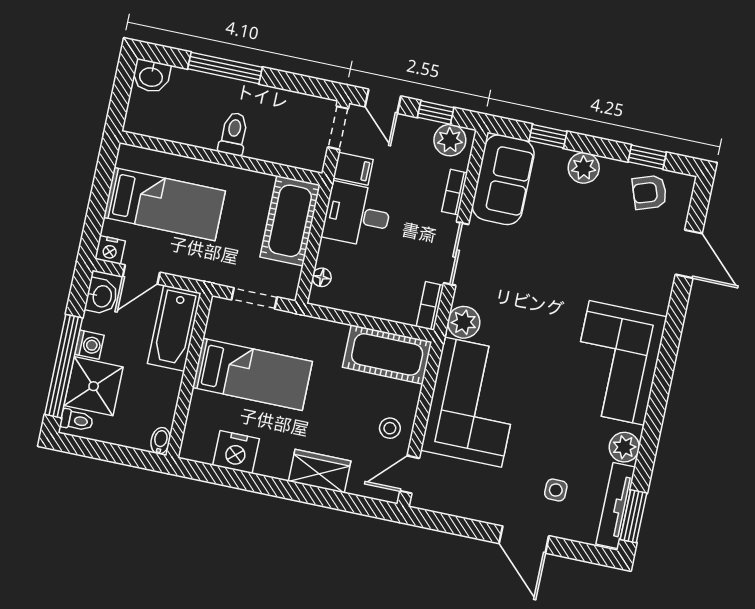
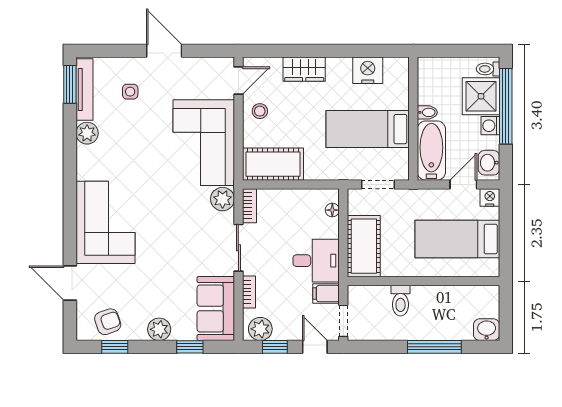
toilet: (234, 134) -> (401, 301), moved
corner sofa: (617, 363) -> (105, 222), moved
bidet: (161, 441) -> (427, 112), moved, turned -90
door: (524, 540) -> (164, 51), moved

